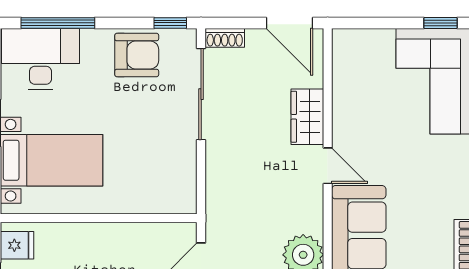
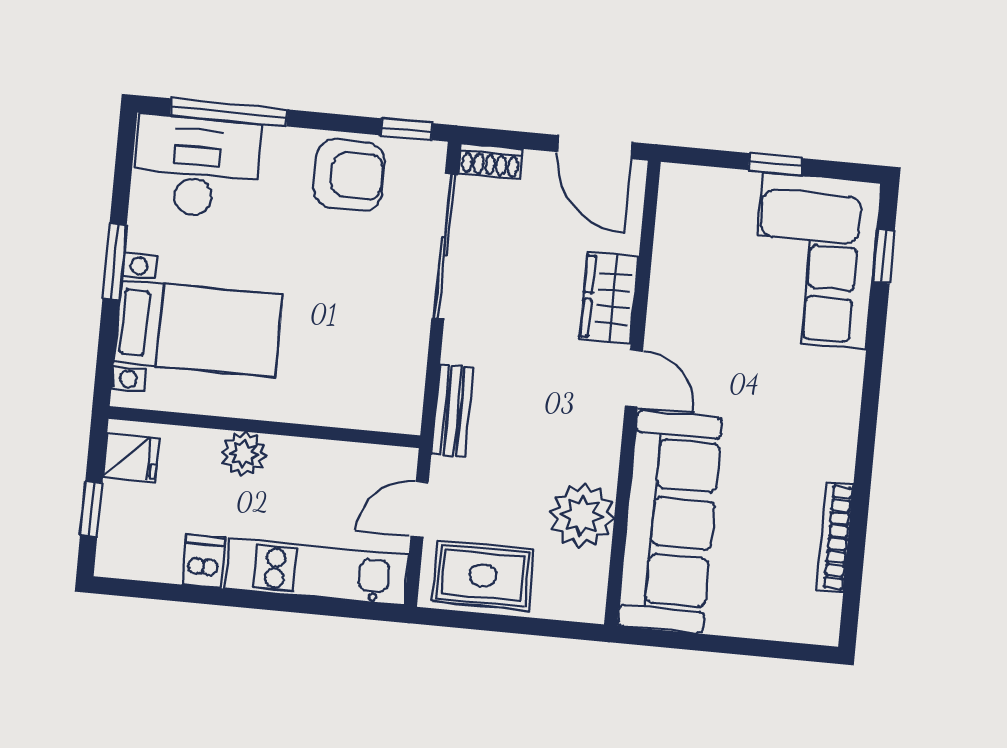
window: (440, 23) -> (775, 164), moved
bench: (216, 197) -> (453, 411), added
plant: (87, 236) -> (244, 454), added

